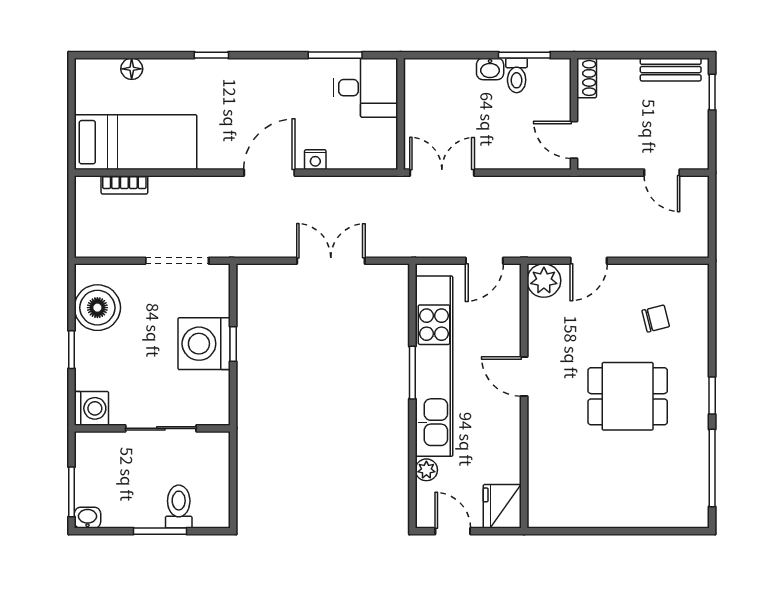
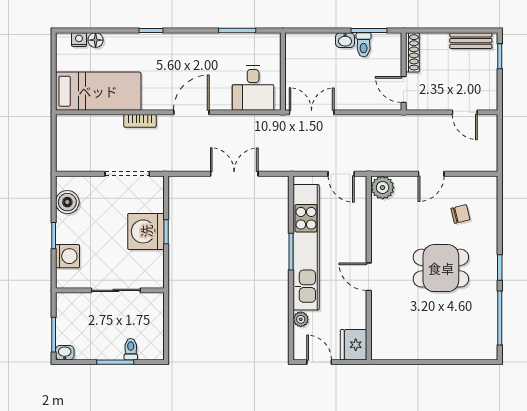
shoe rack: (587, 78) -> (412, 52), width x1.43
desk: (366, 88) -> (253, 88), moved, turned 90
nightstand: (315, 160) -> (79, 40), moved, turned 180
bookcase: (124, 185) -> (140, 121), moved
door: (484, 261) -> (341, 174), hinge flipped
door: (589, 261) -> (431, 174), moved
boiler: (97, 308) -> (67, 202), width x0.73, depth x0.73
door: (524, 377) -> (369, 277), moved
washing machine: (91, 408) -> (67, 256), moved
toilet: (179, 507) -> (131, 349), width x0.73, depth x0.72

